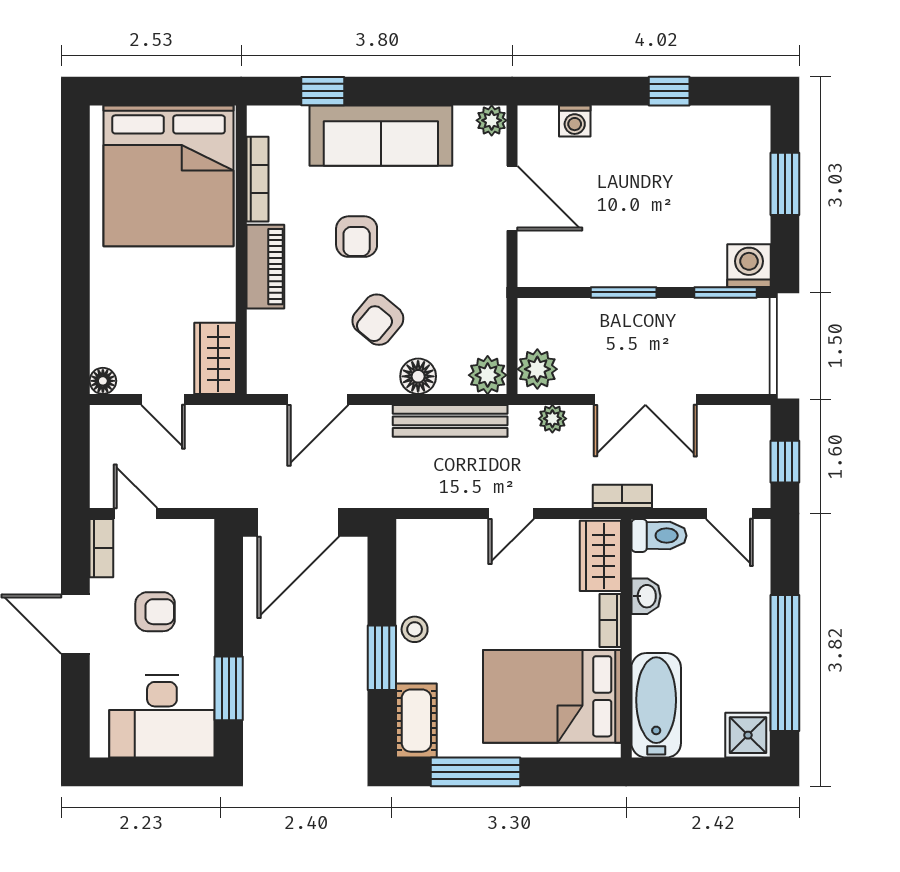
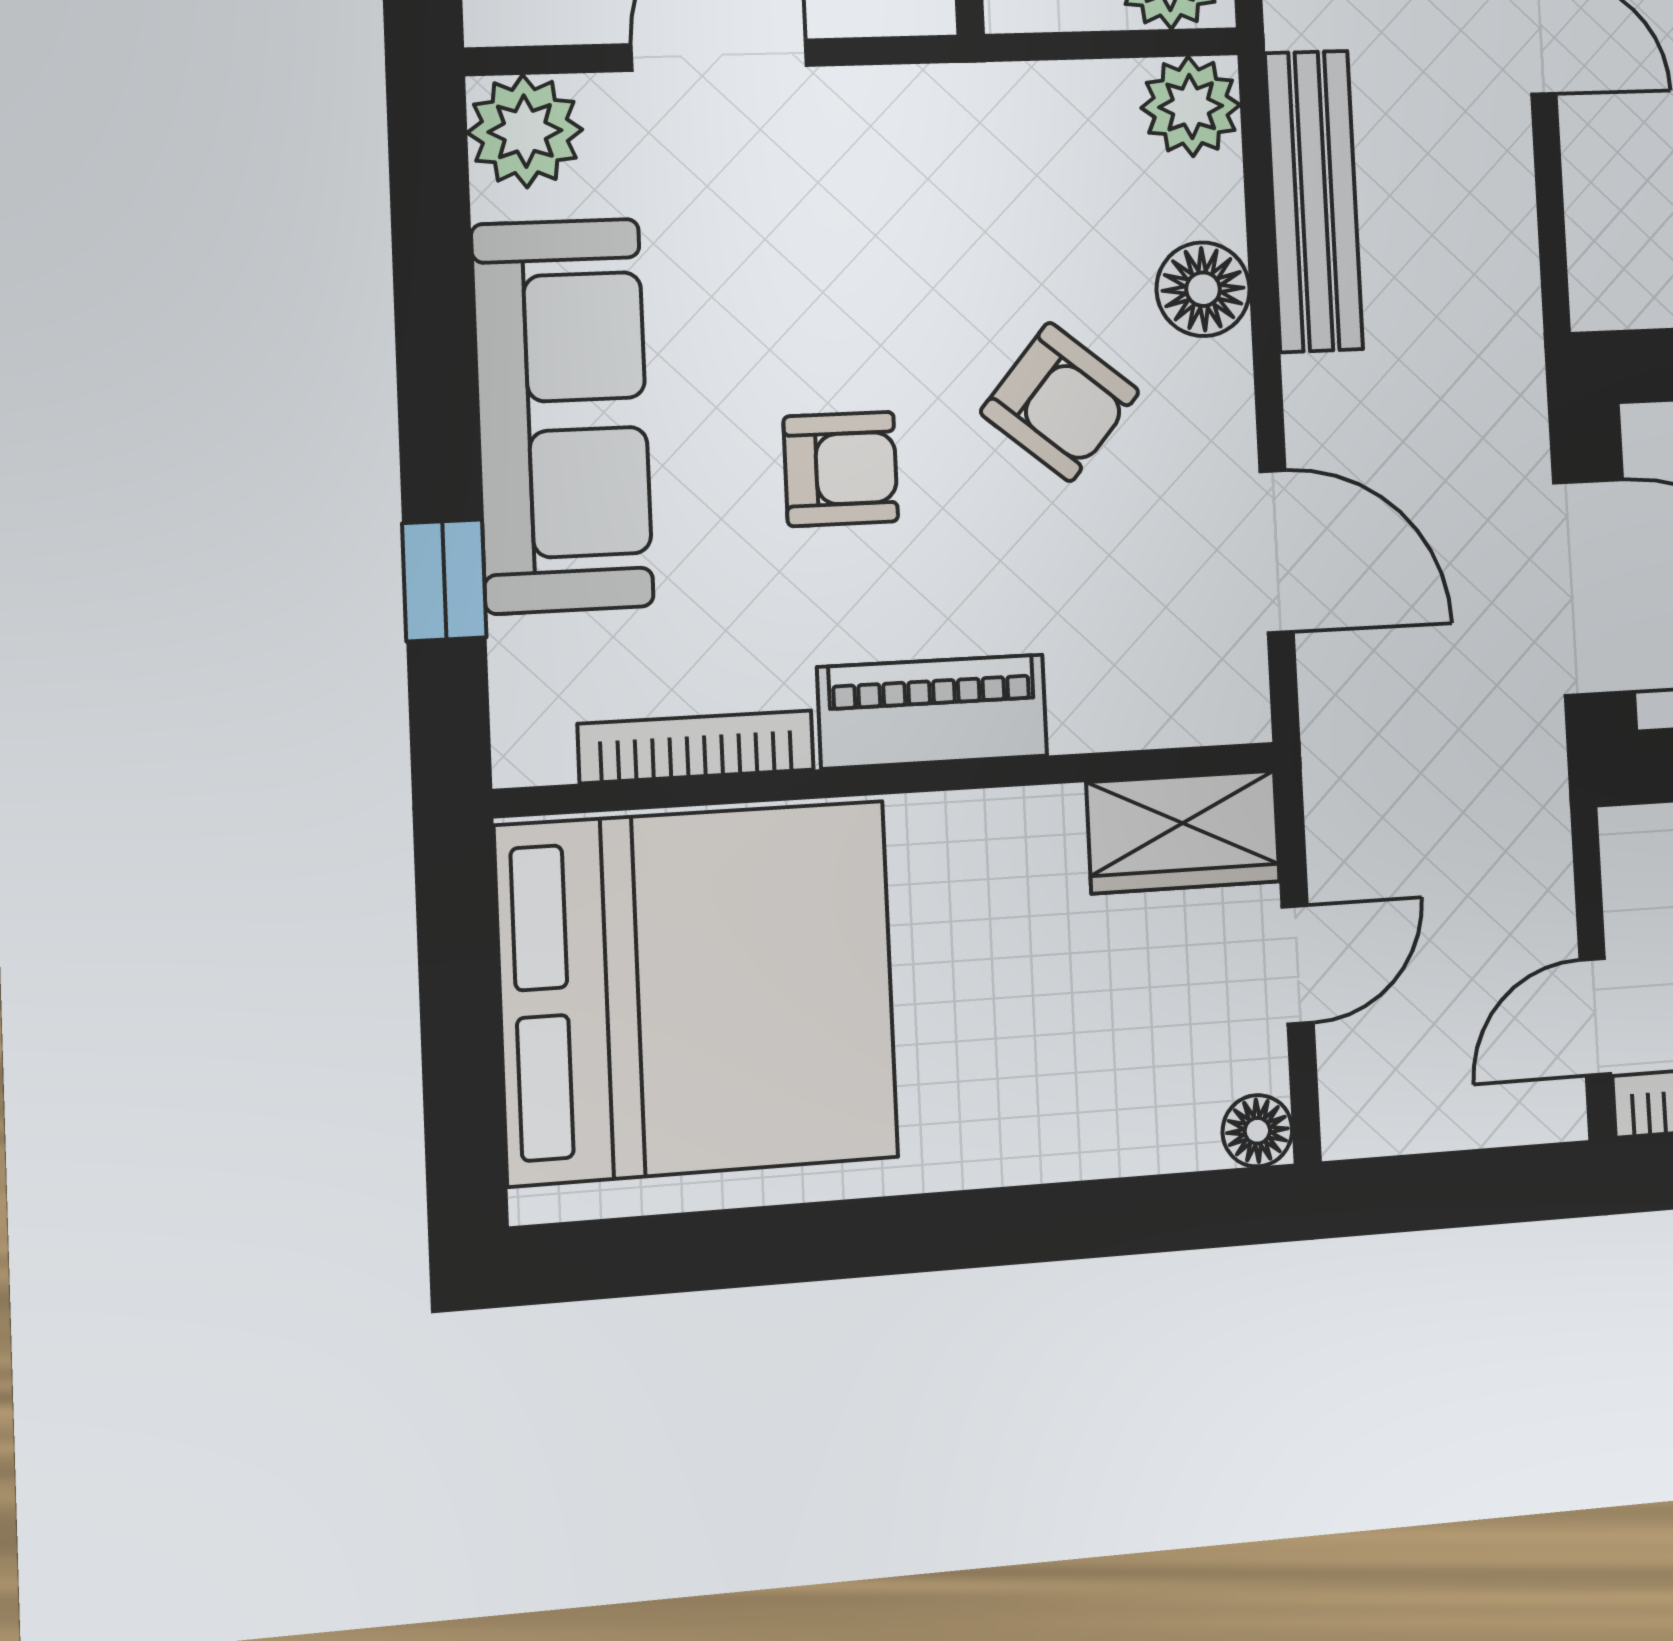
plant: (492, 120) -> (525, 131), width x1.38, depth x1.38

